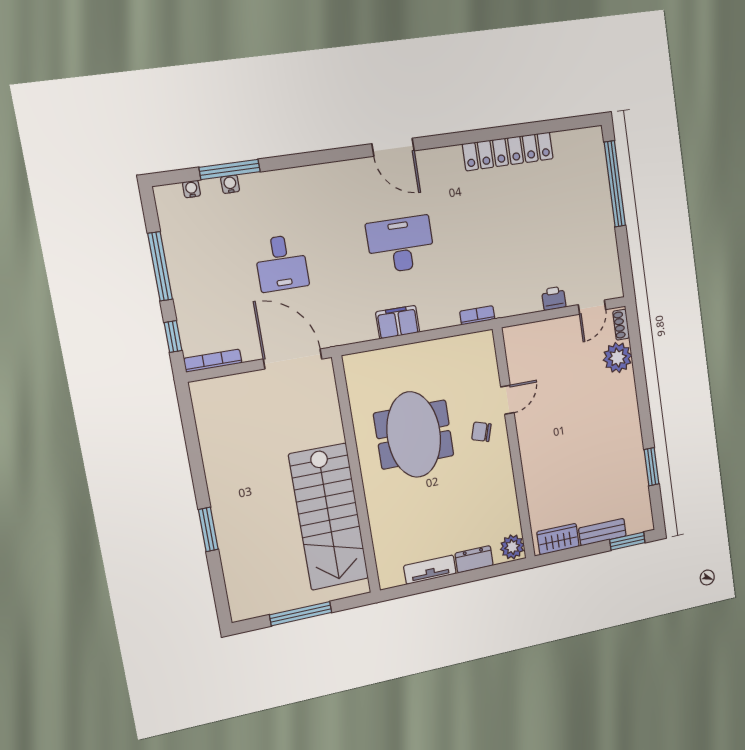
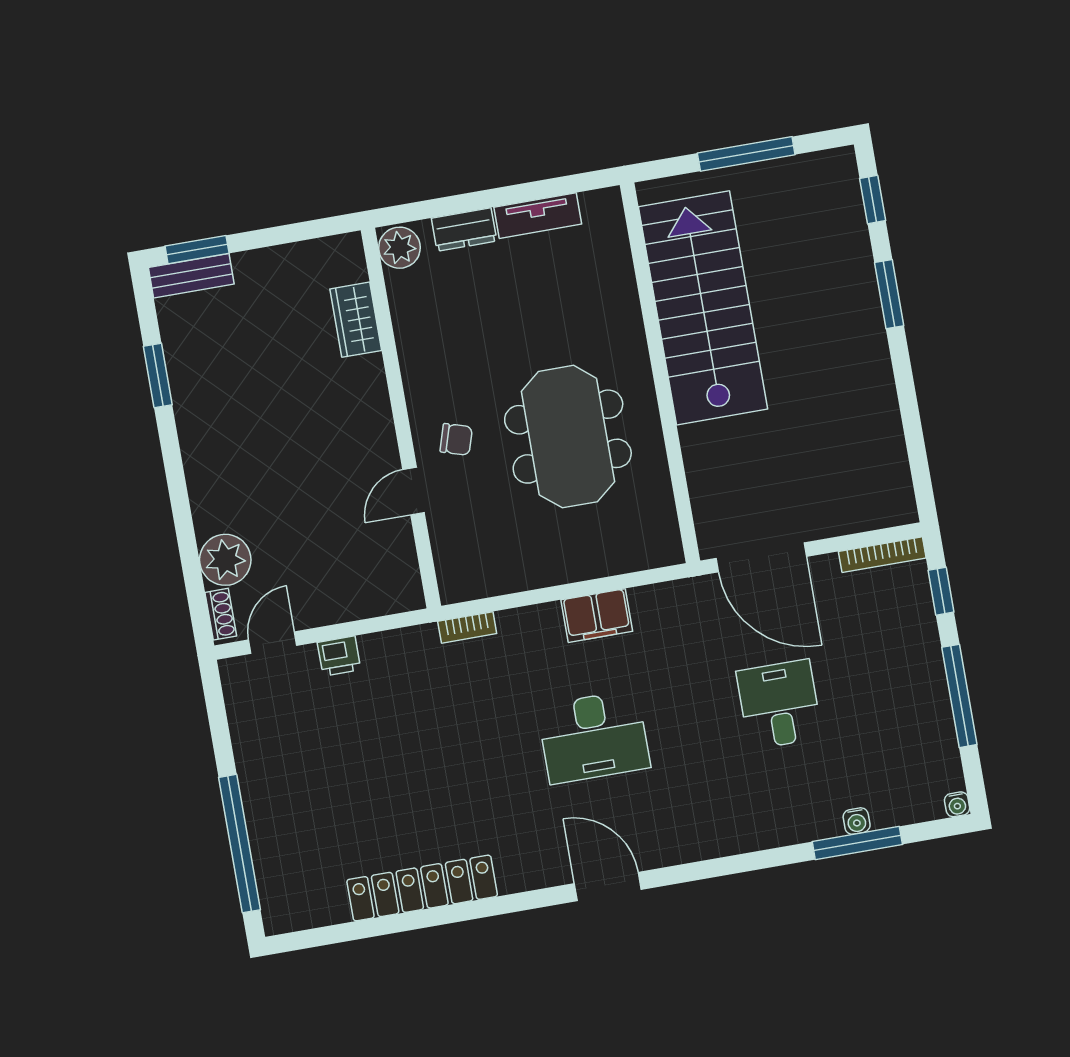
water cooler: (191, 189) -> (957, 804), moved
bench: (602, 532) -> (191, 276), moved
wardrobe: (558, 539) -> (356, 320), moved, turned 90
window: (219, 589) -> (873, 200), added

